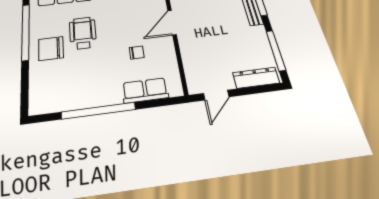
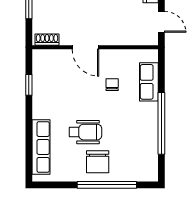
window: (26, 32) -> (107, 185), moved
wheelchair: (83, 33) -> (85, 132), turned 180

